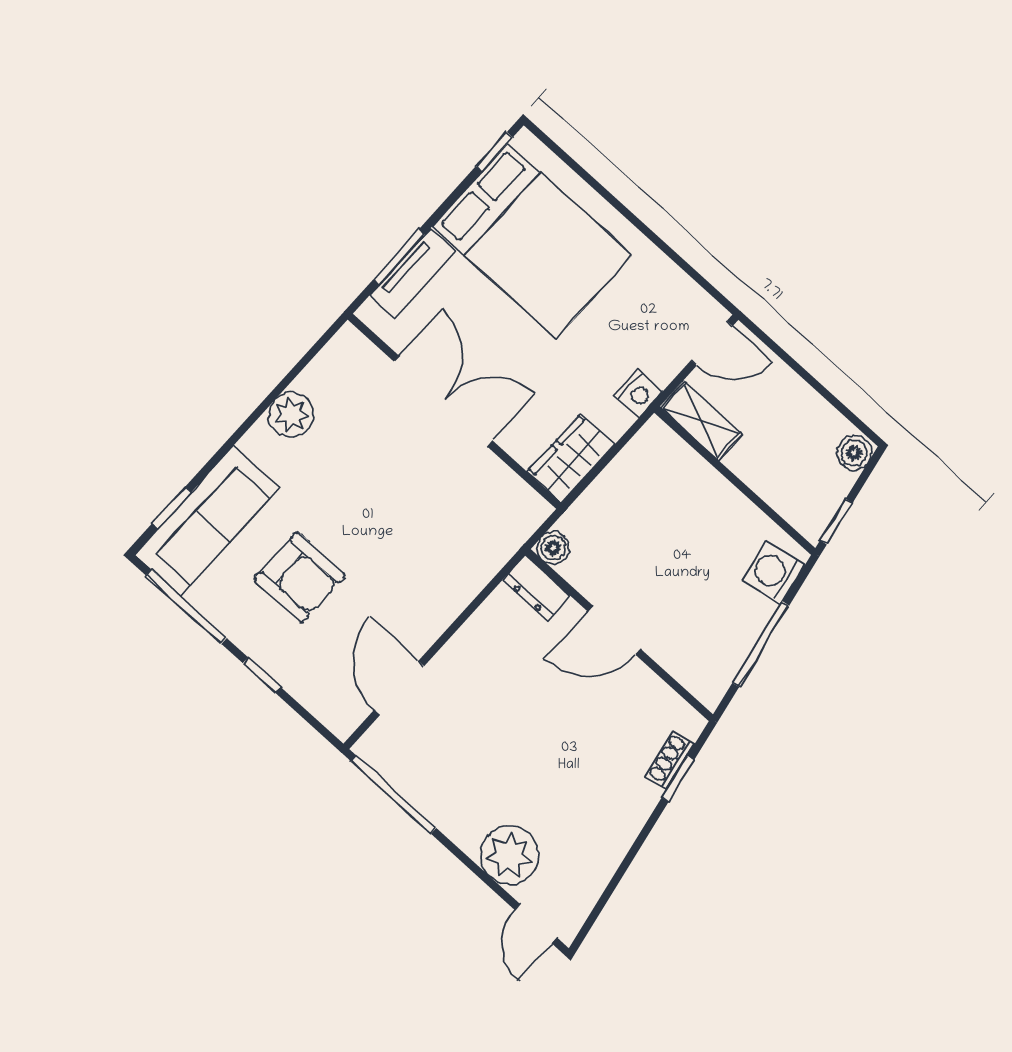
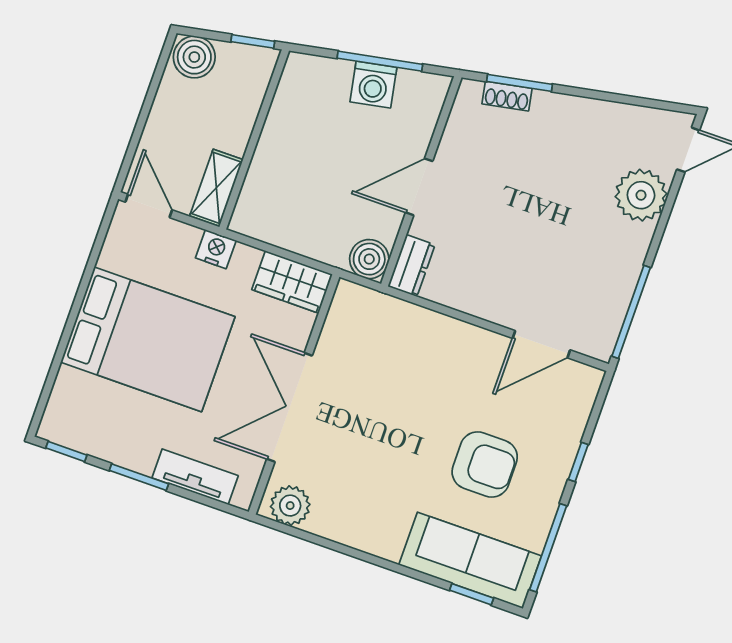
bed: (532, 241) -> (148, 339), moved, turned 90
window: (399, 257) -> (139, 477), moved
plant: (291, 415) -> (290, 506), moved
boiler: (854, 453) -> (194, 57), width x1.36, depth x1.36
boiler: (553, 548) -> (369, 259), width x1.36, depth x1.36
washing machine: (773, 573) -> (373, 85), moved
armchair: (300, 577) -> (485, 465), turned 90
door: (614, 630) -> (419, 187), swing flipped
window: (678, 779) -> (519, 83), width x1.50

